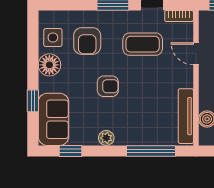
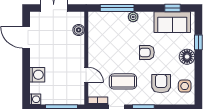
floor lamp: (49, 65) -> (187, 57), moved
tv unit: (186, 116) -> (93, 32), removed
sofa: (53, 119) -> (172, 22), moved, turned -90
plant: (106, 138) -> (133, 17), moved

